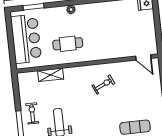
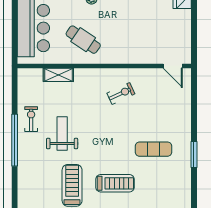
cafe table: (68, 44) -> (83, 40), turned 34

